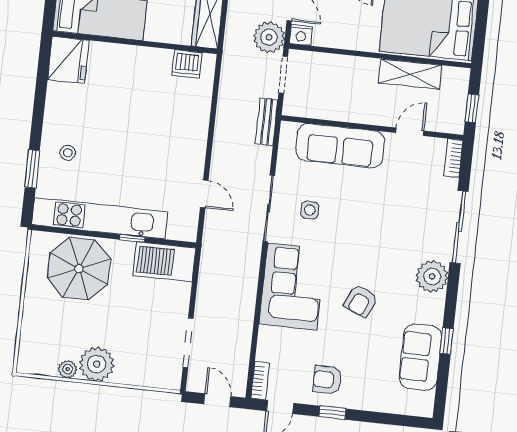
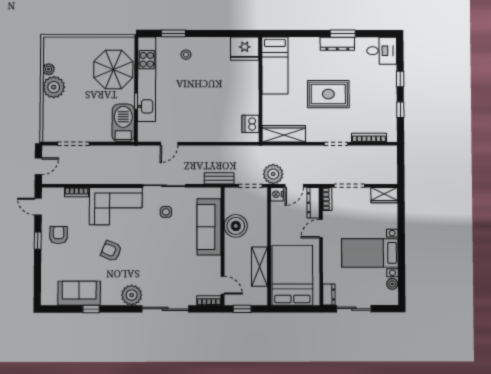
boiler: (343, 104) -> (236, 226), added
door: (410, 132) -> (223, 285), moved
bookcase: (260, 381) -> (77, 192), moved

